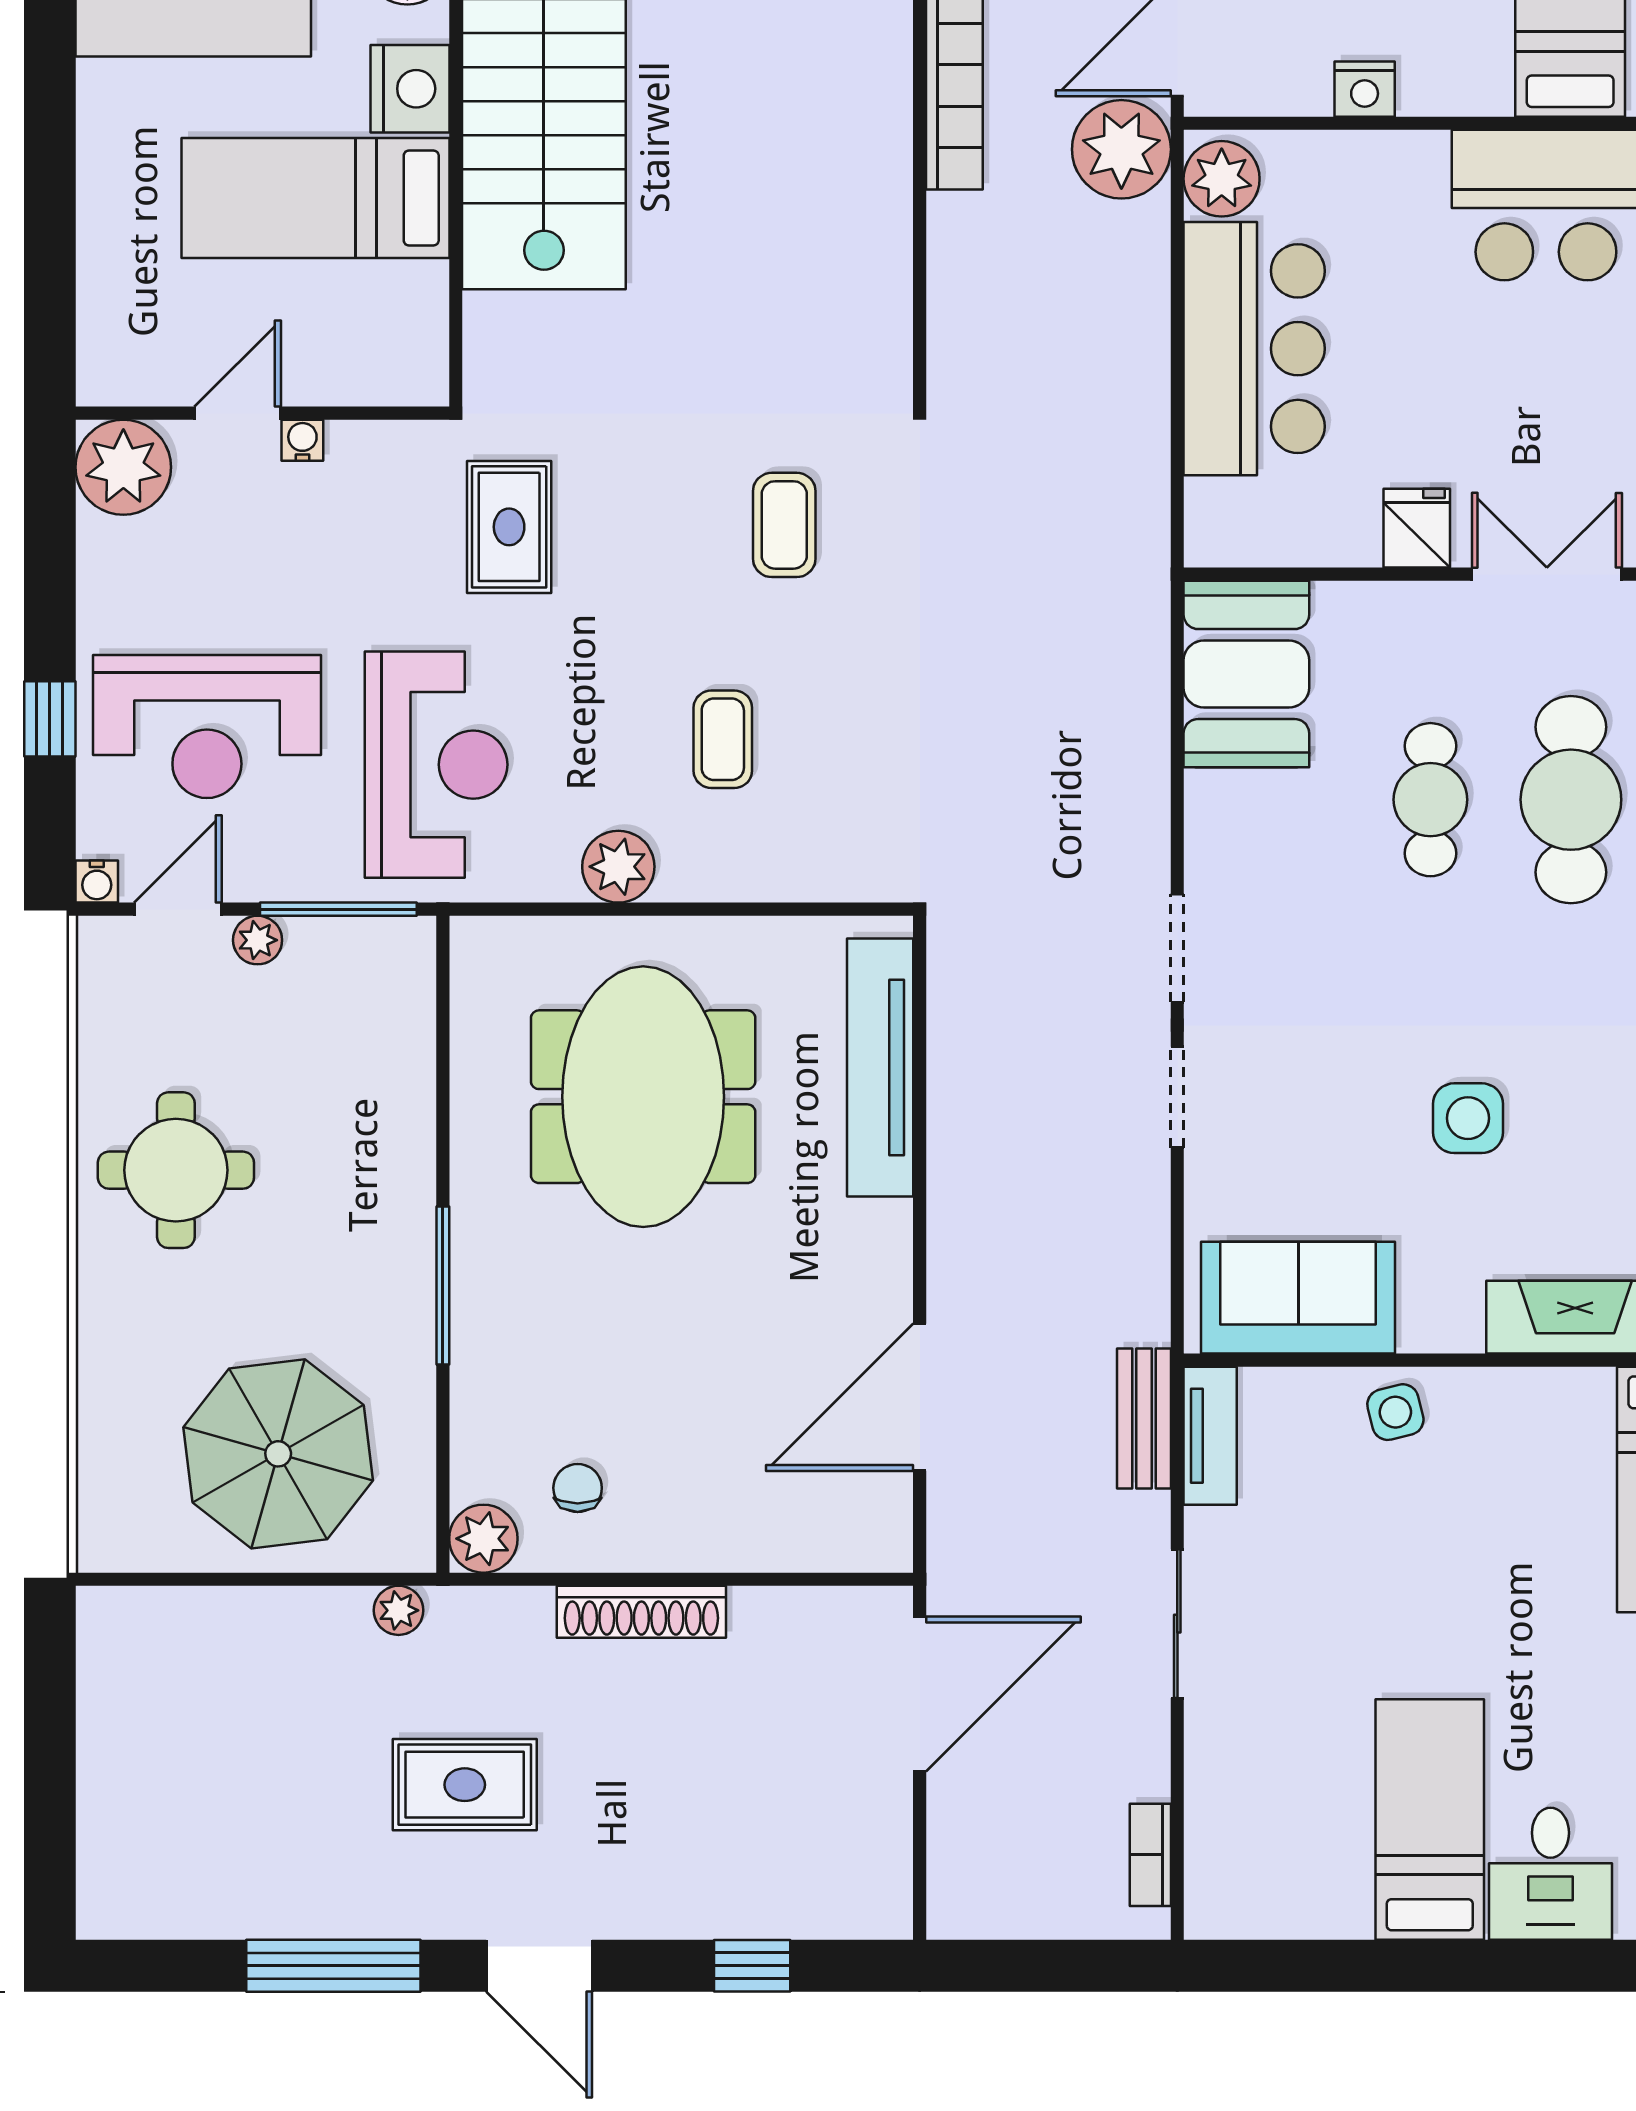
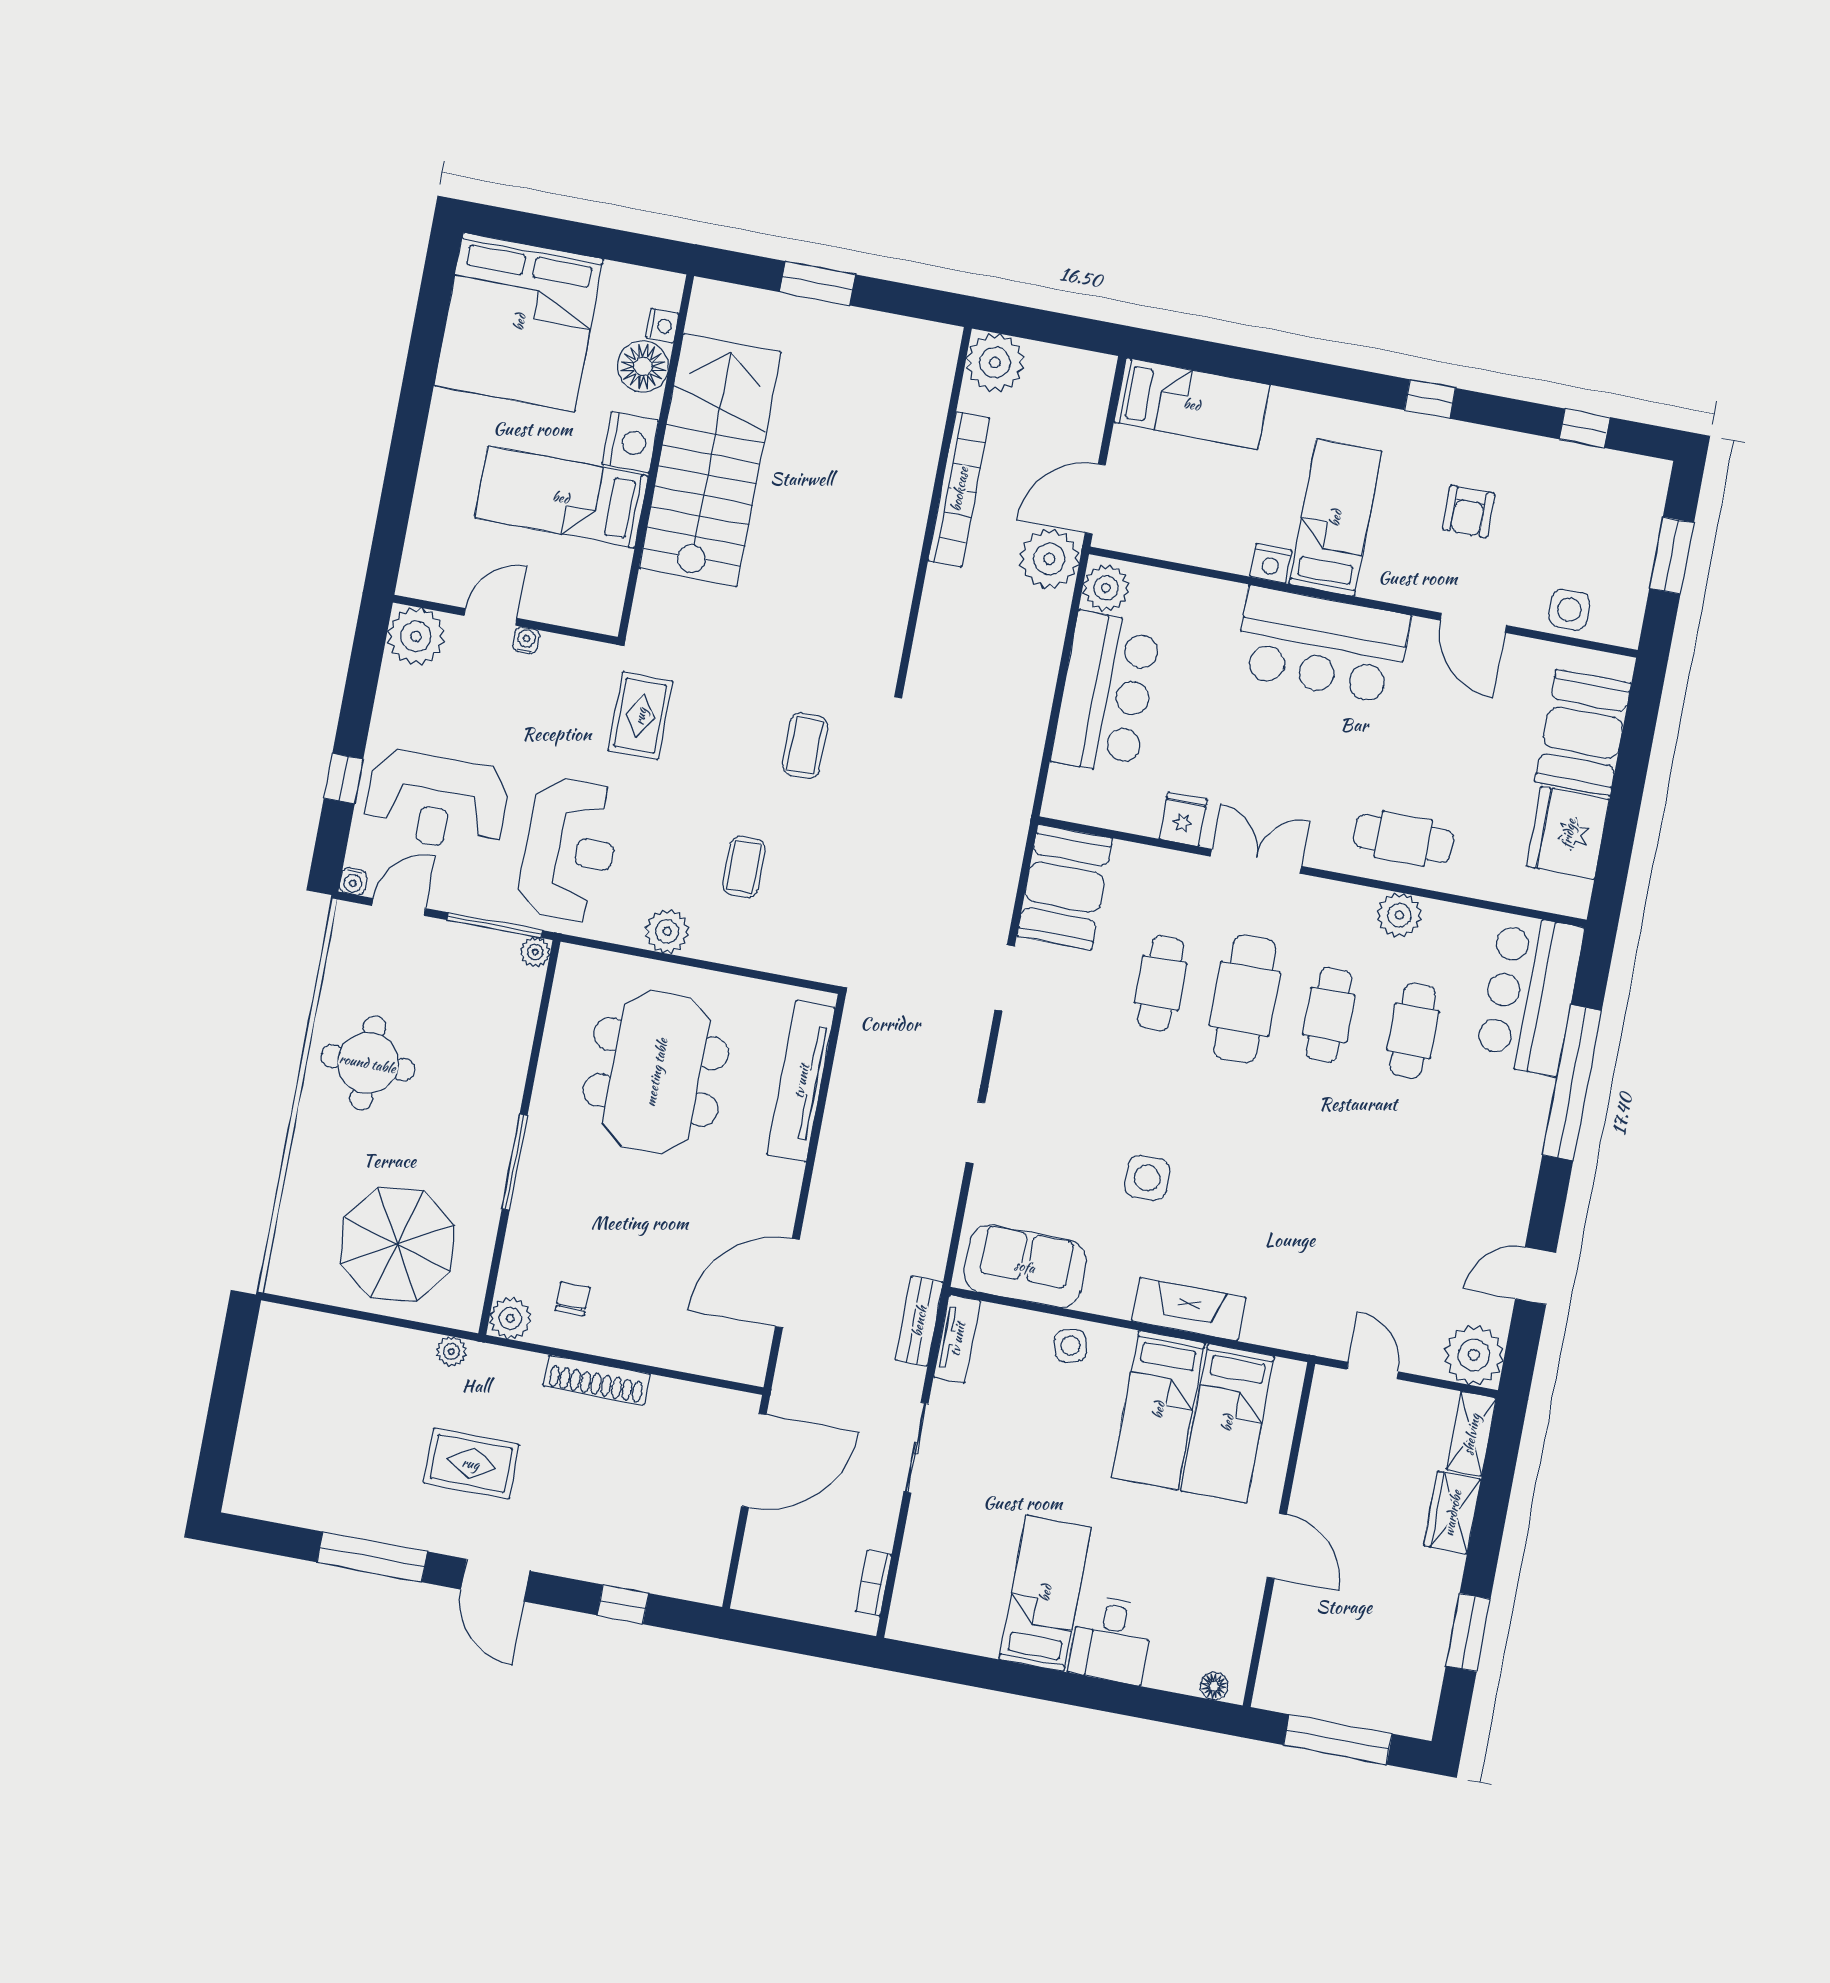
nightstand: (1365, 89) -> (1271, 563), moved
plant: (258, 940) -> (535, 952), moved
doorway: (1177, 948) -> (1005, 978), moved
bed: (1557, 1489) -> (1158, 1410), added

